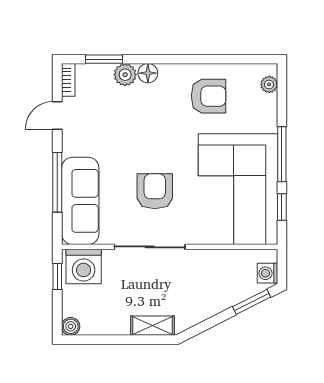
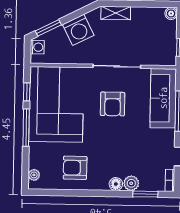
washing machine: (84, 267) -> (78, 30), moved, turned 153

